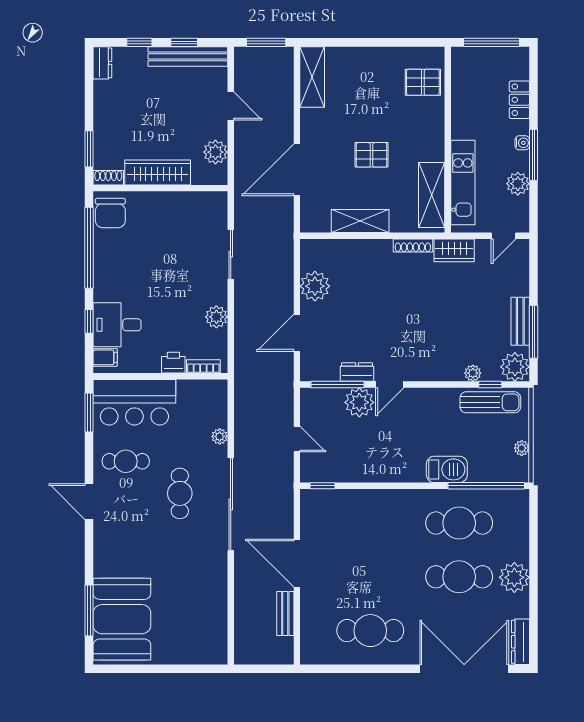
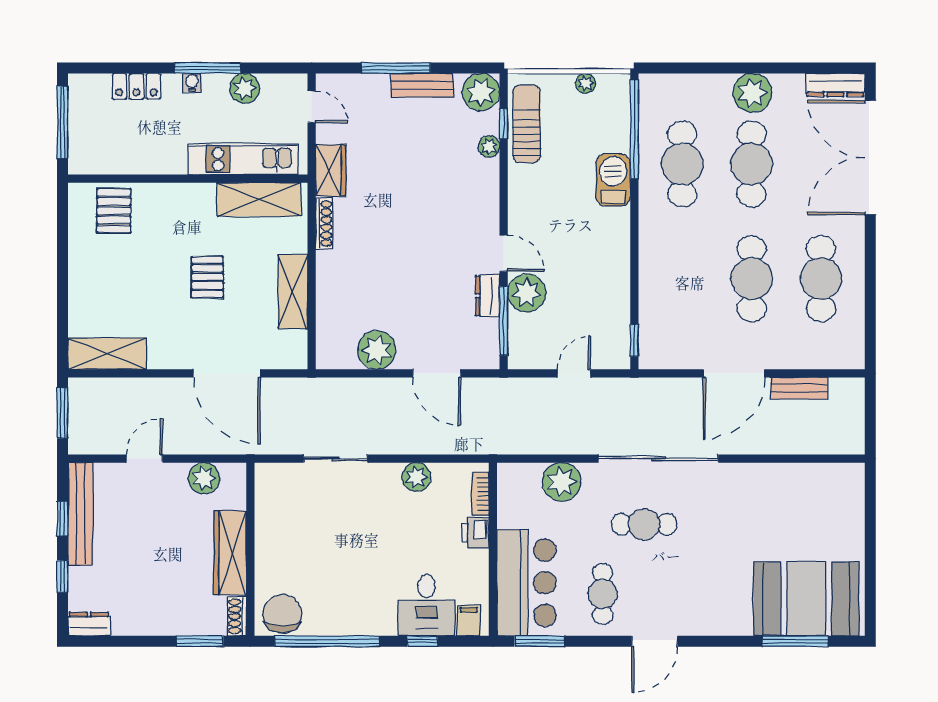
chair: (110, 213) -> (282, 614), turned -90
window: (534, 332) -> (396, 68), moved
plant: (220, 436) -> (562, 482), width x1.88, depth x1.88
cafe table: (370, 577) -> (752, 279), added

